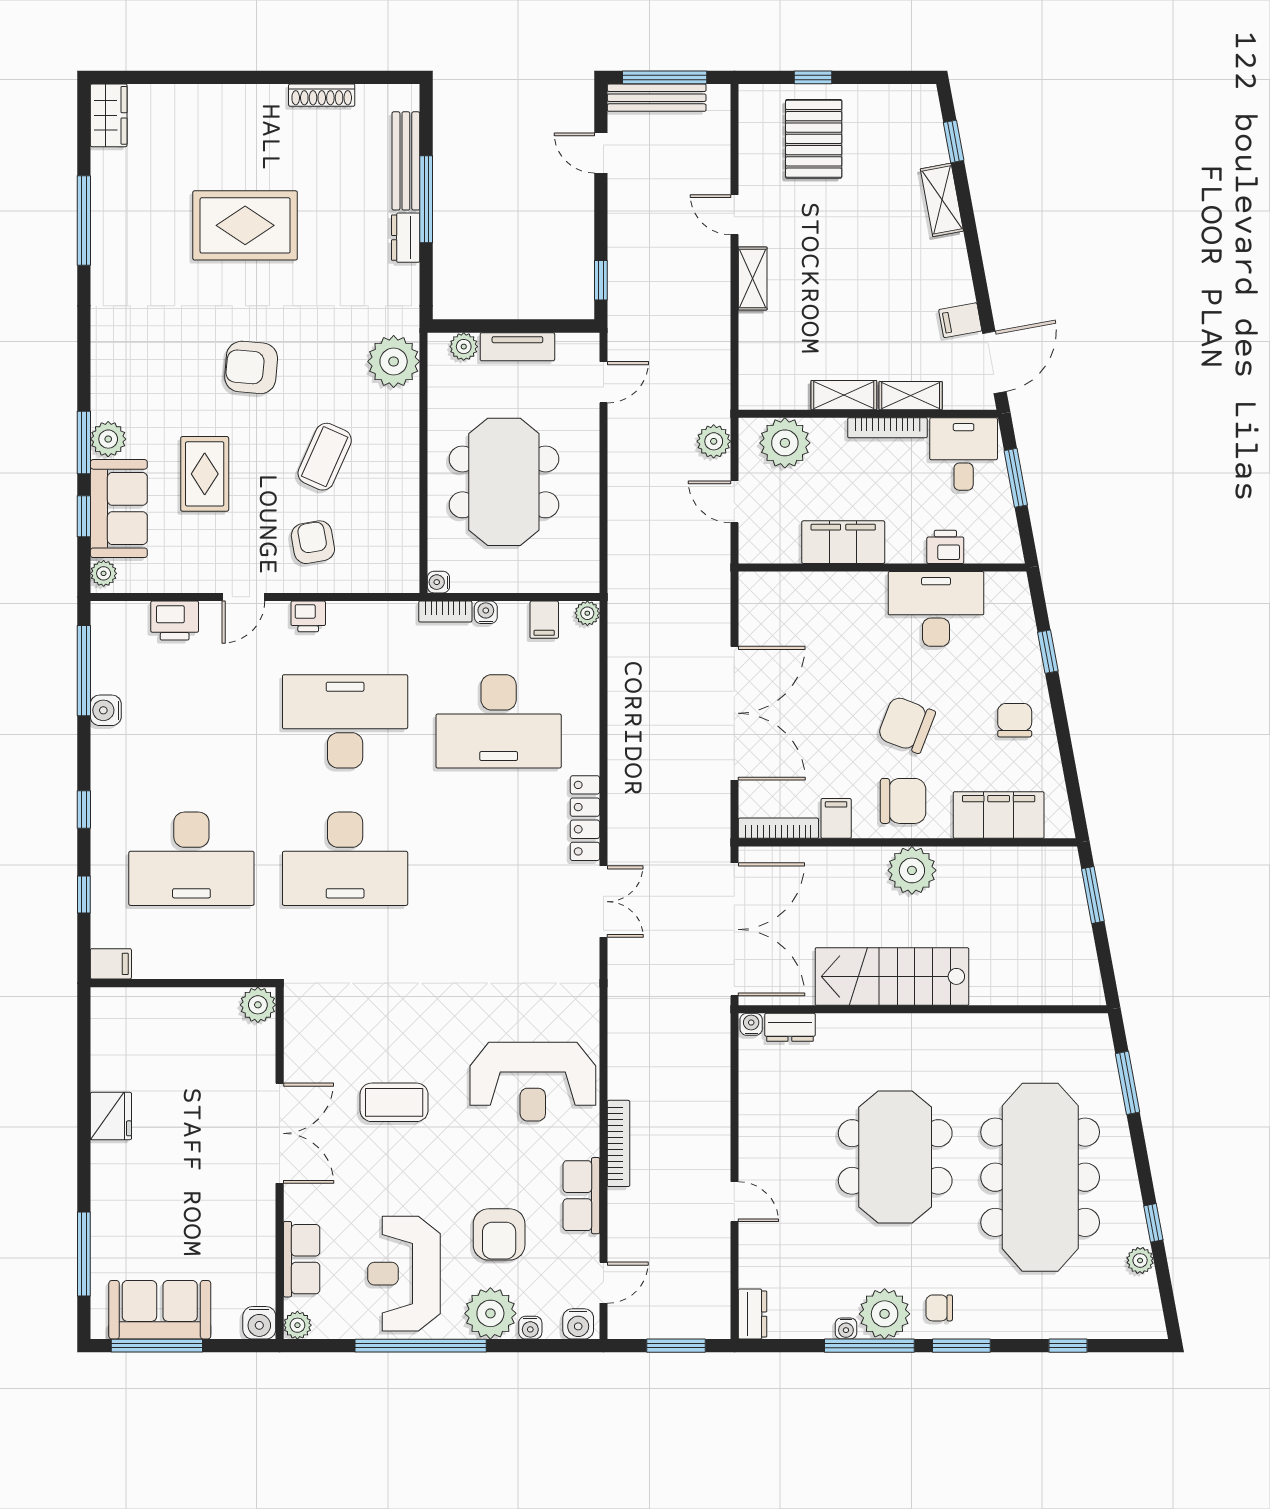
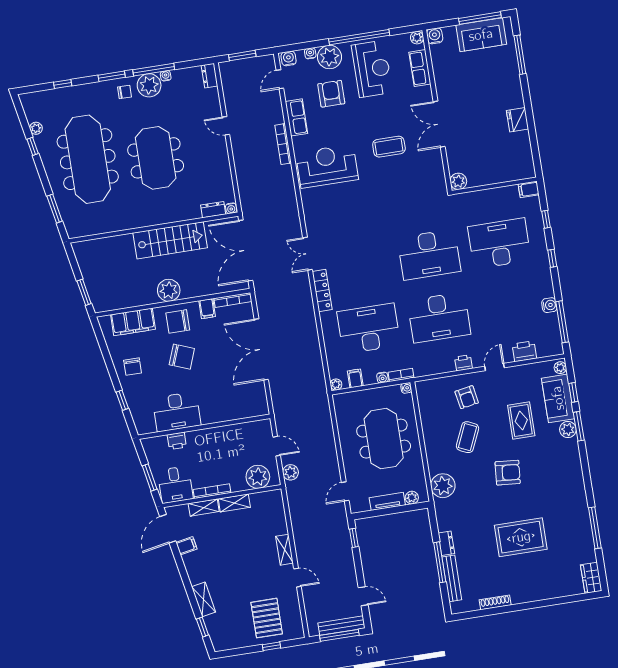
filing cabinet: (843, 542) -> (224, 436), removed
desk: (345, 859) -> (429, 255), turned 180

